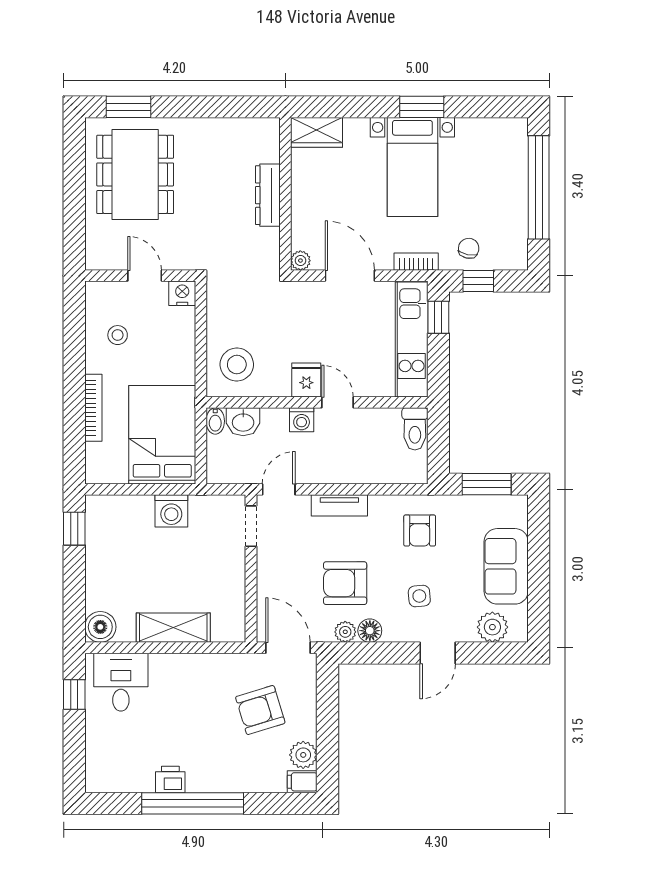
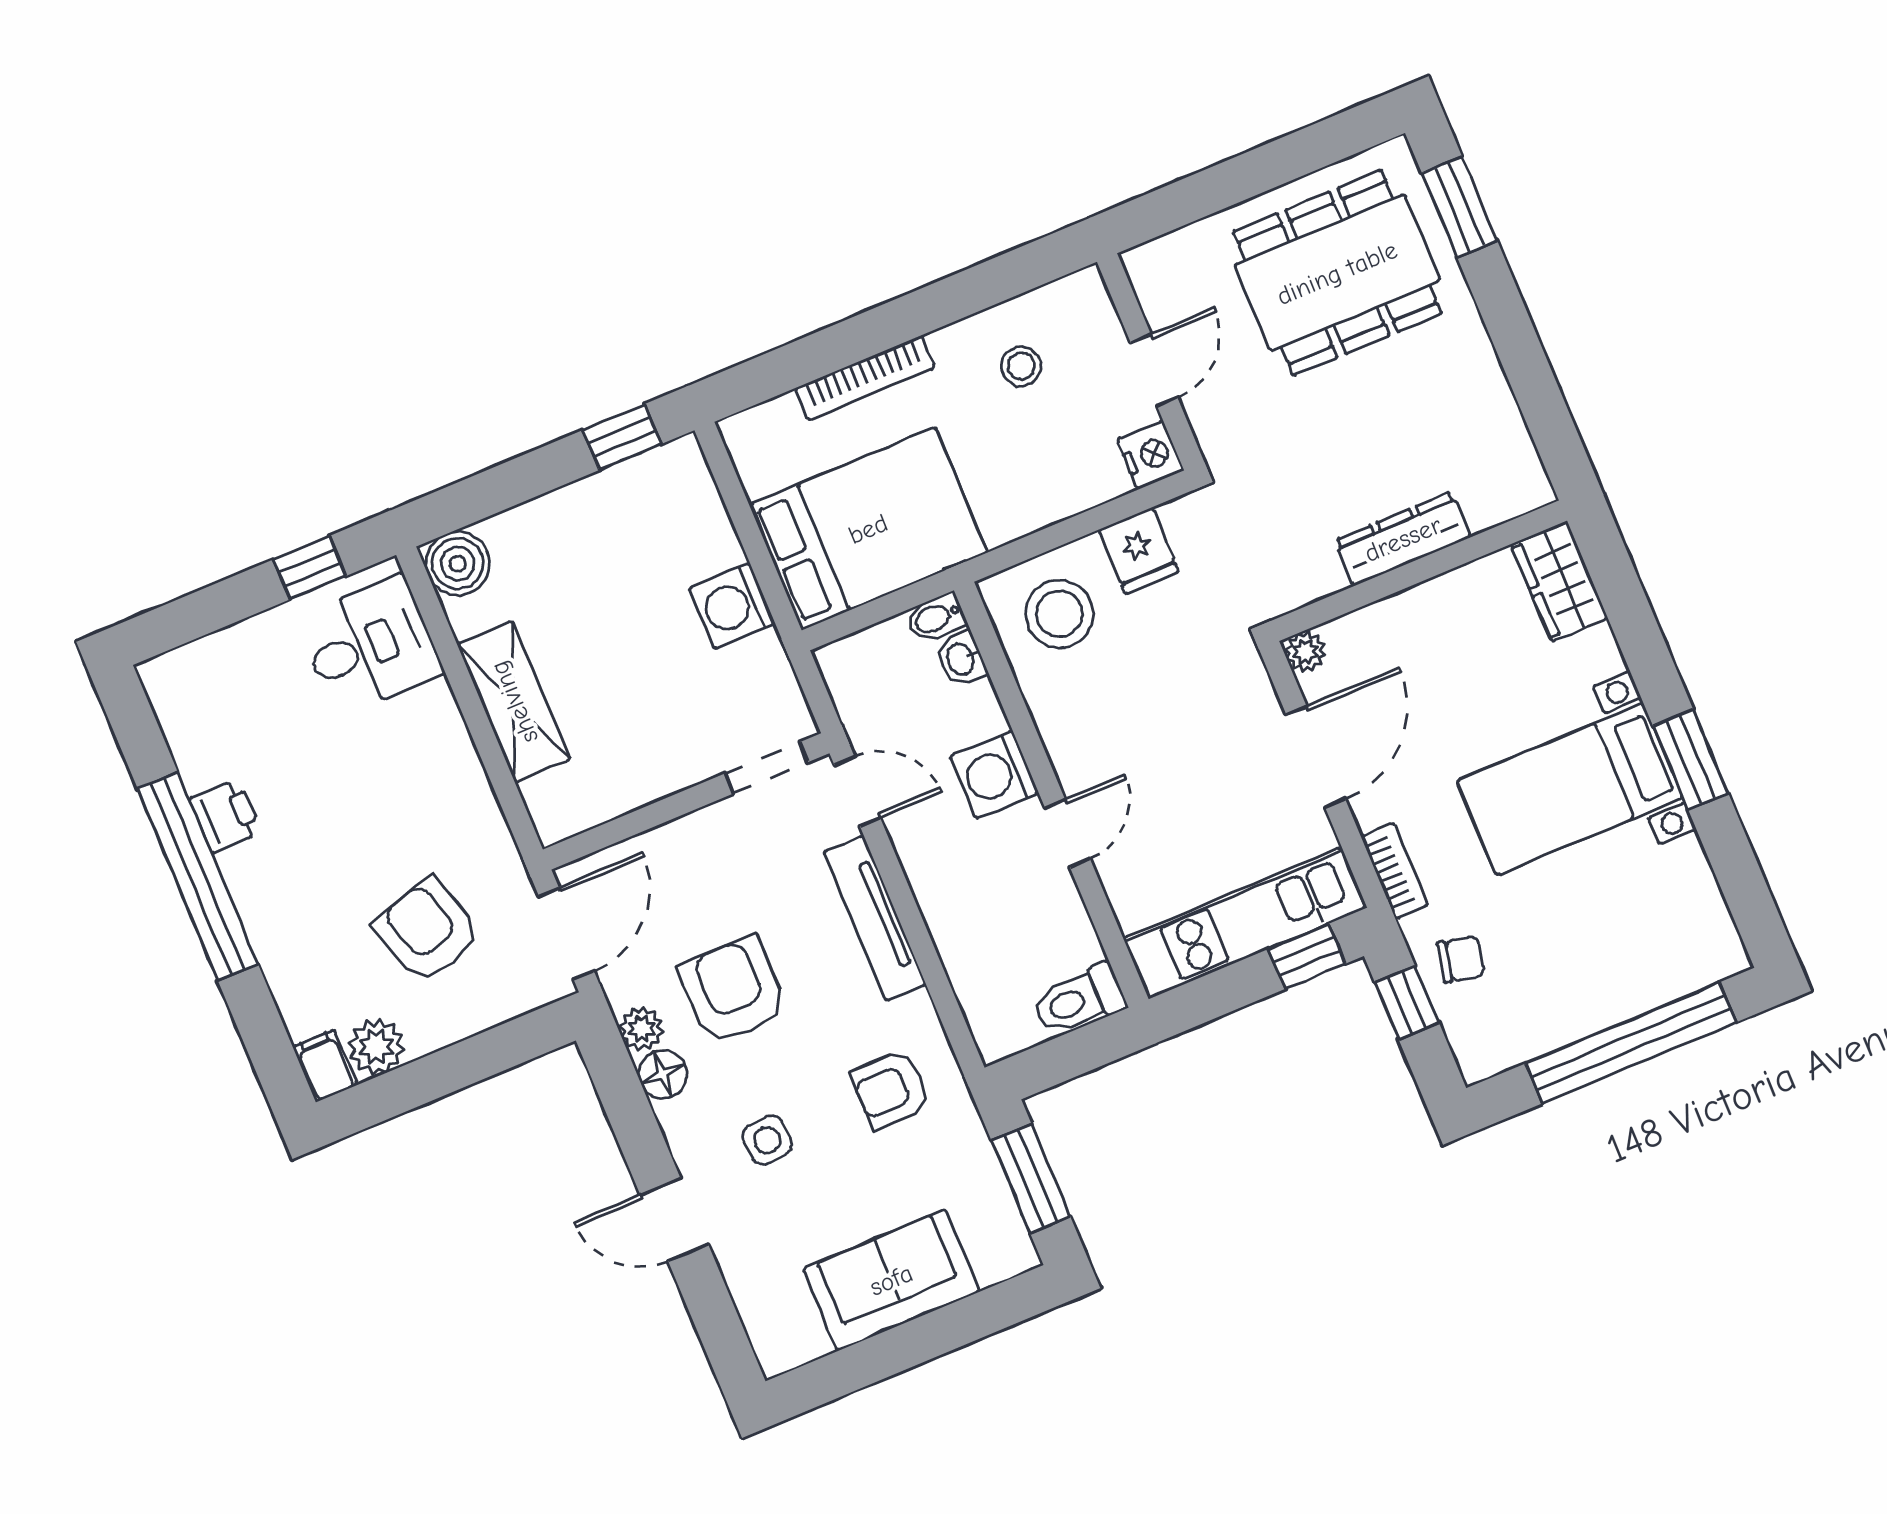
fridge: (306, 380) -> (1139, 551), moved, turned 90
washing machine: (302, 420) -> (994, 774), width x1.38, depth x1.38
washbasin: (243, 422) -> (961, 659), width x0.72, depth x0.69
tv unit: (339, 505) -> (875, 918), width x1.41
plant: (492, 627) -> (766, 1302), removed

